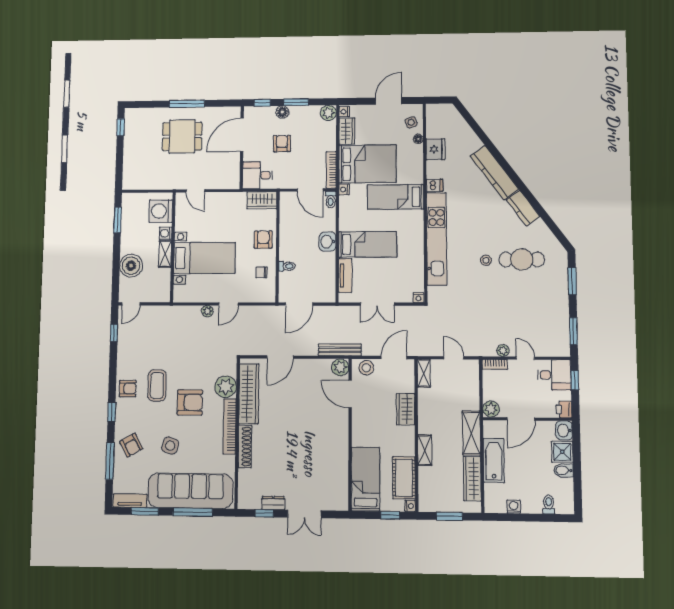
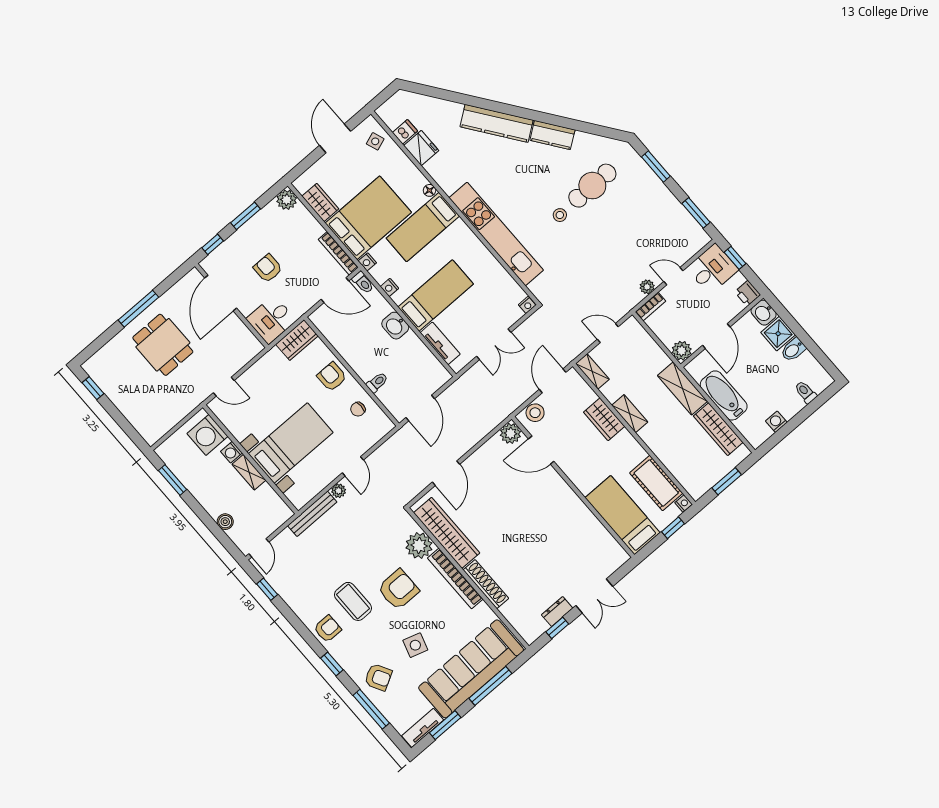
floor lamp: (282, 112) -> (241, 237), removed
nightstand: (344, 112) -> (389, 288), moved
dining table: (182, 136) -> (163, 345), turned 90
floor lamp: (418, 139) -> (429, 190), moved
dishwasher: (435, 185) -> (405, 132), moved
boiler: (131, 266) -> (225, 522), width x0.54, depth x0.54
bench: (340, 350) -> (312, 514), moved
shelving: (425, 450) -> (630, 414), moved

